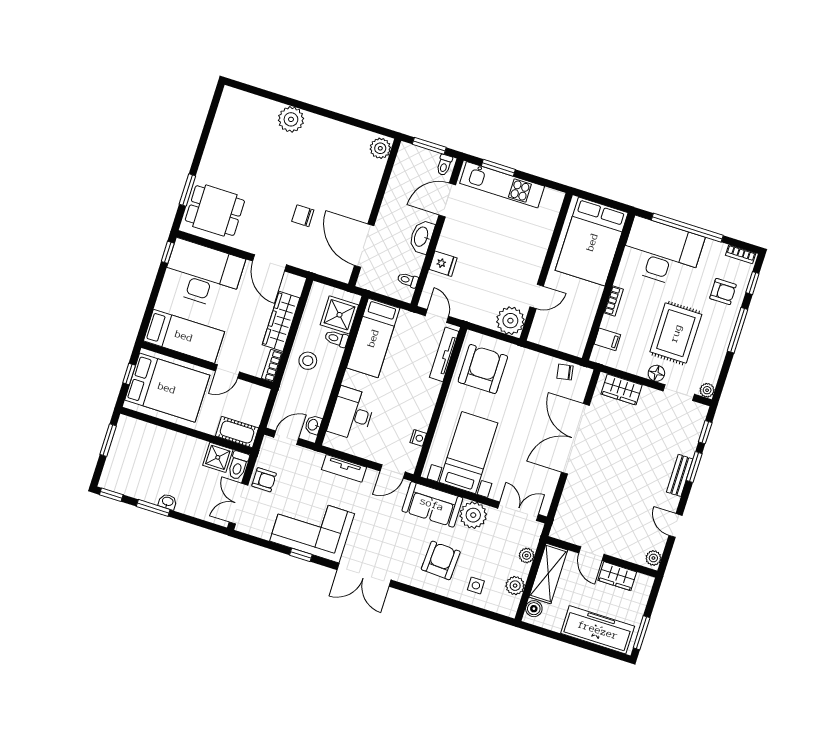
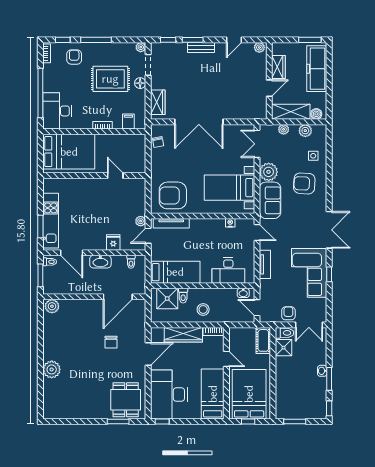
desk: (662, 252) -> (57, 111), width x0.73, depth x0.77
plant: (510, 321) -> (141, 221), moved, width x0.53, depth x0.53

